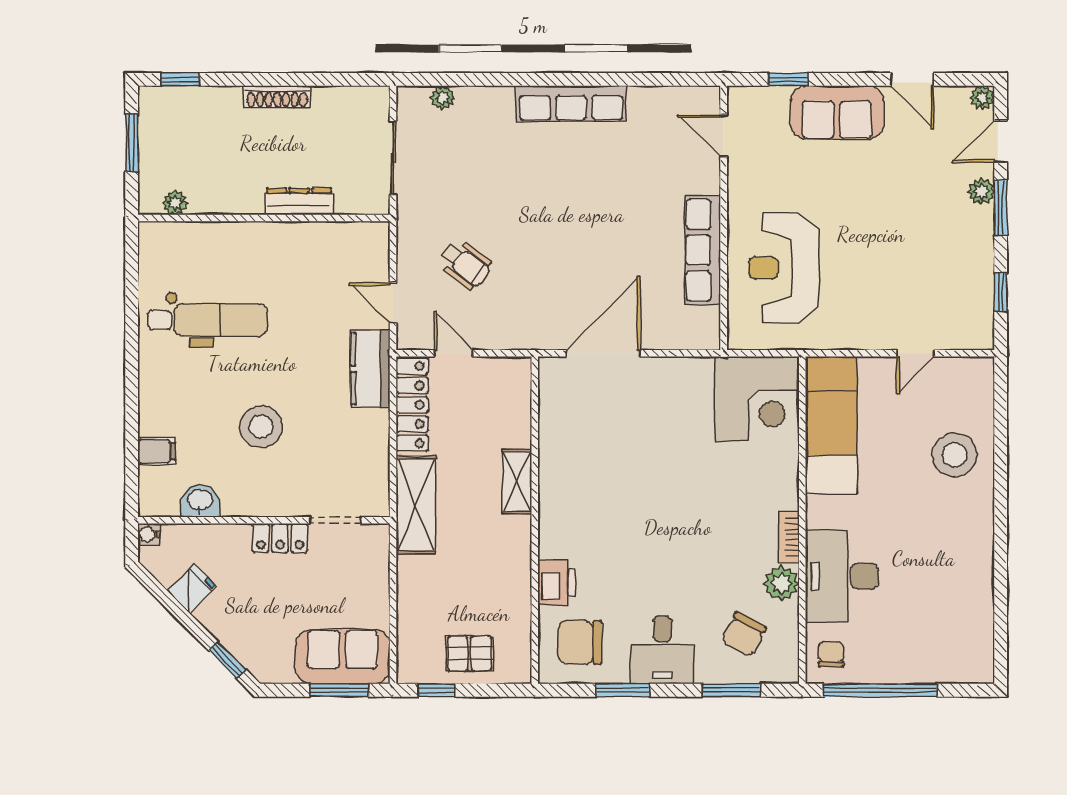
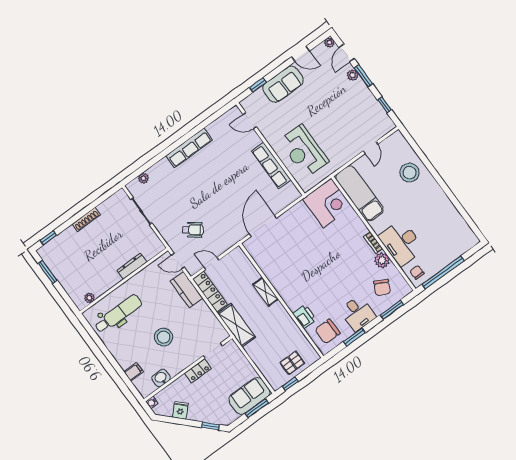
dresser: (299, 201) -> (132, 266), moved
plant: (175, 203) -> (89, 298), moved
wall: (264, 218) -> (124, 281), moved

